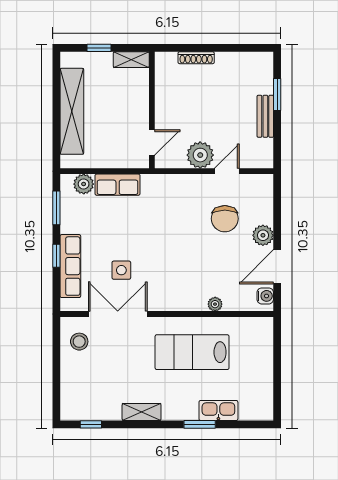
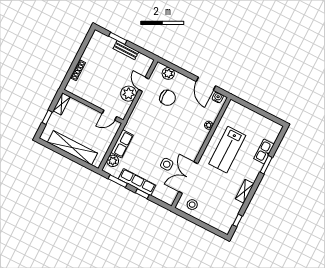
door: (152, 143) -> (109, 115), swing flipped
plant: (263, 235) -> (168, 73), moved
row of seats: (70, 266) -> (137, 182), moved

